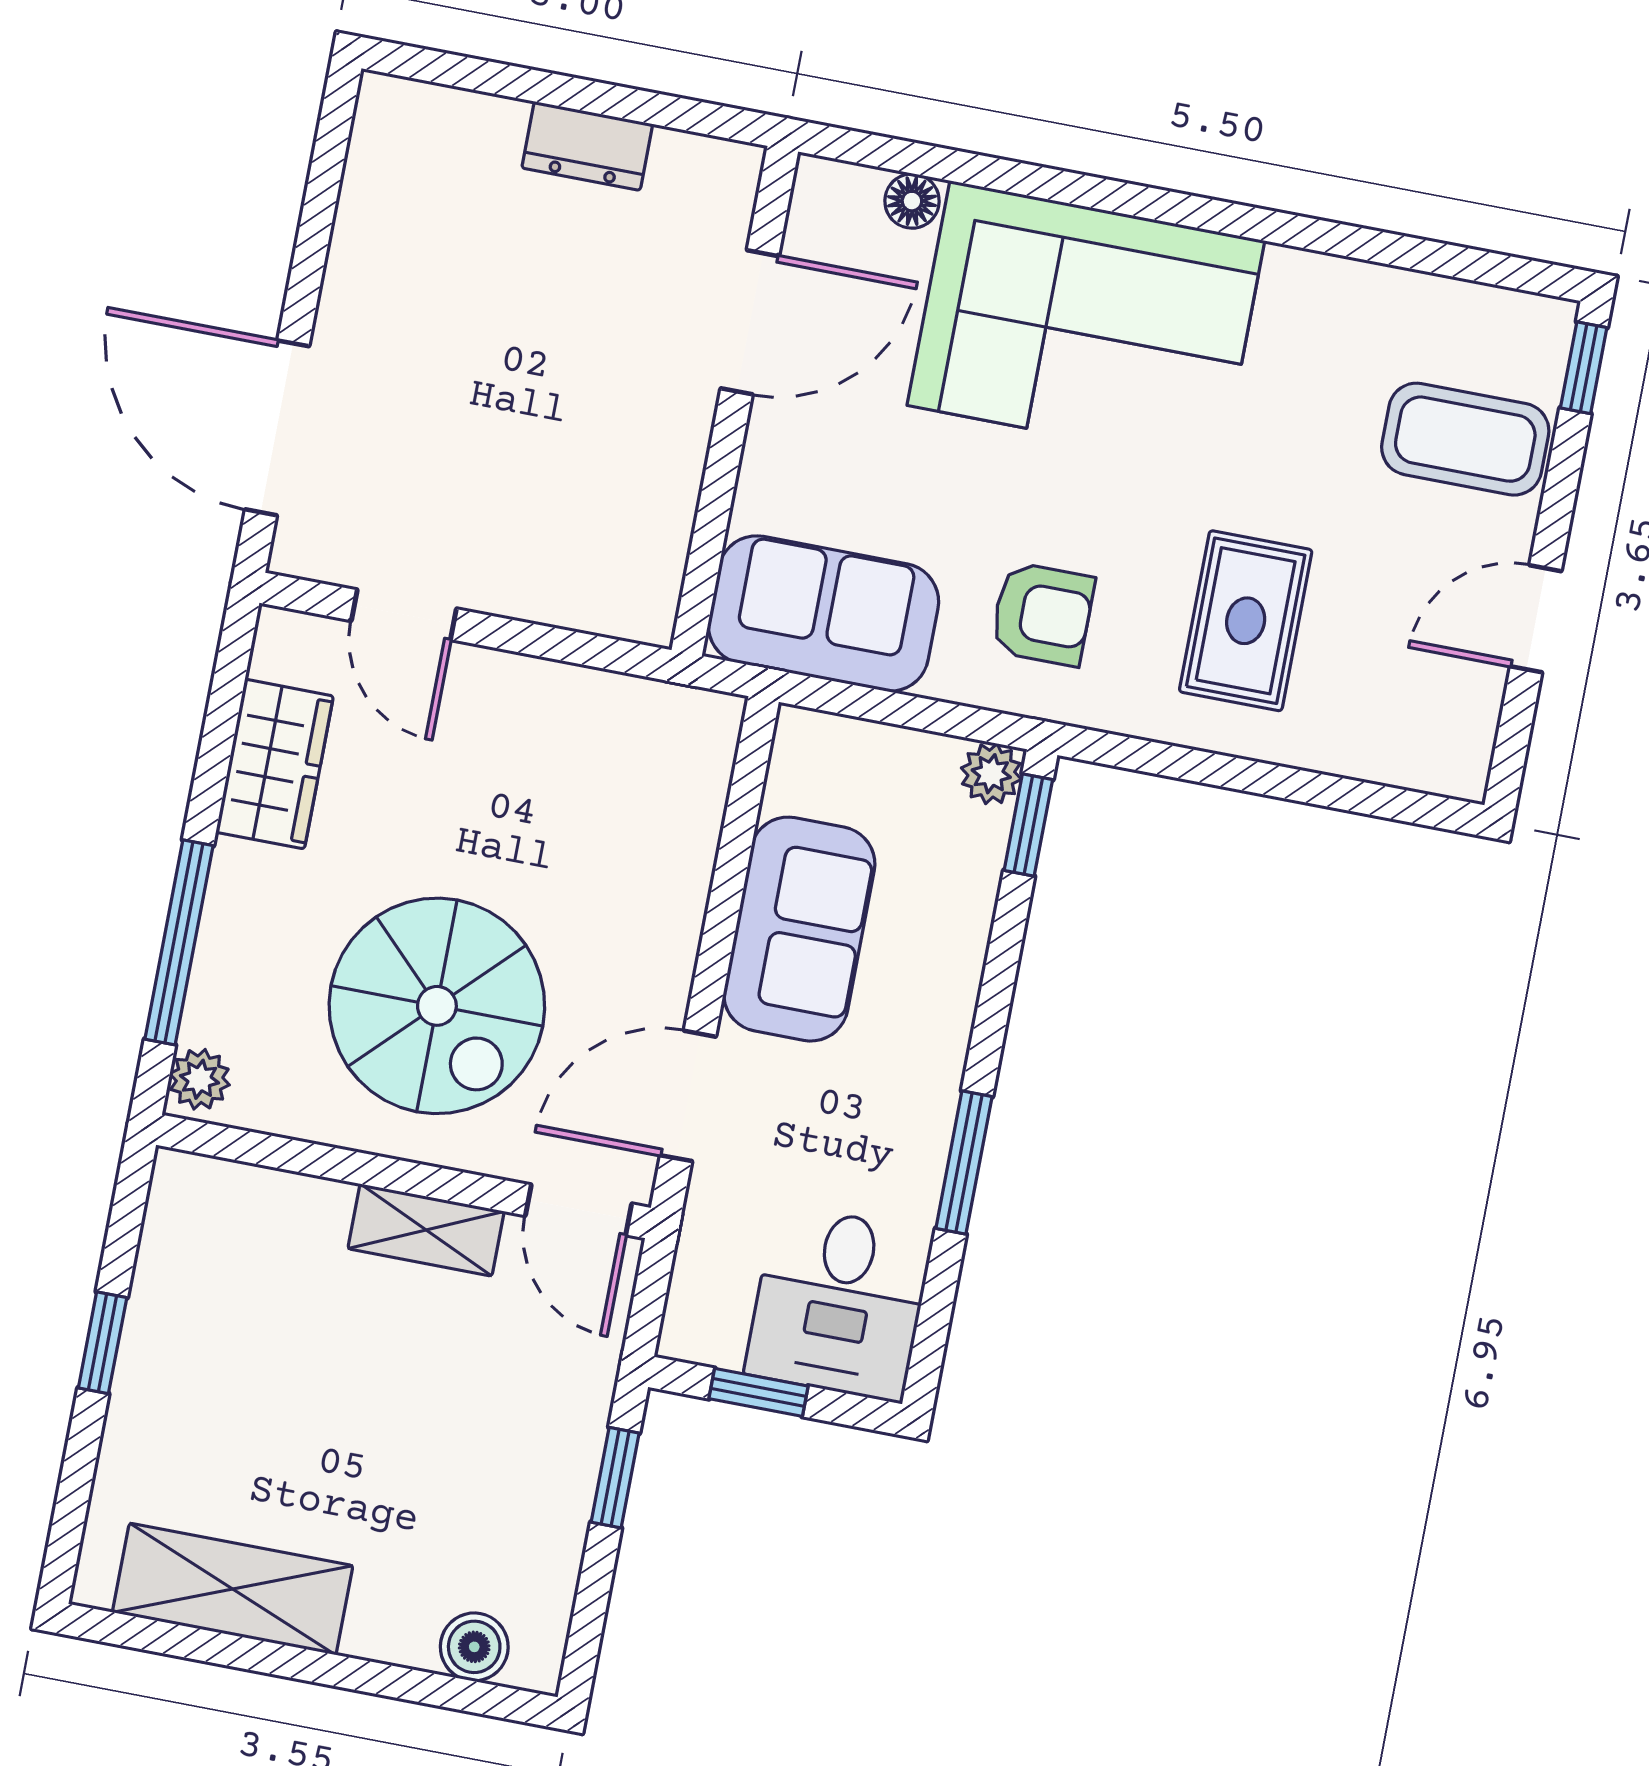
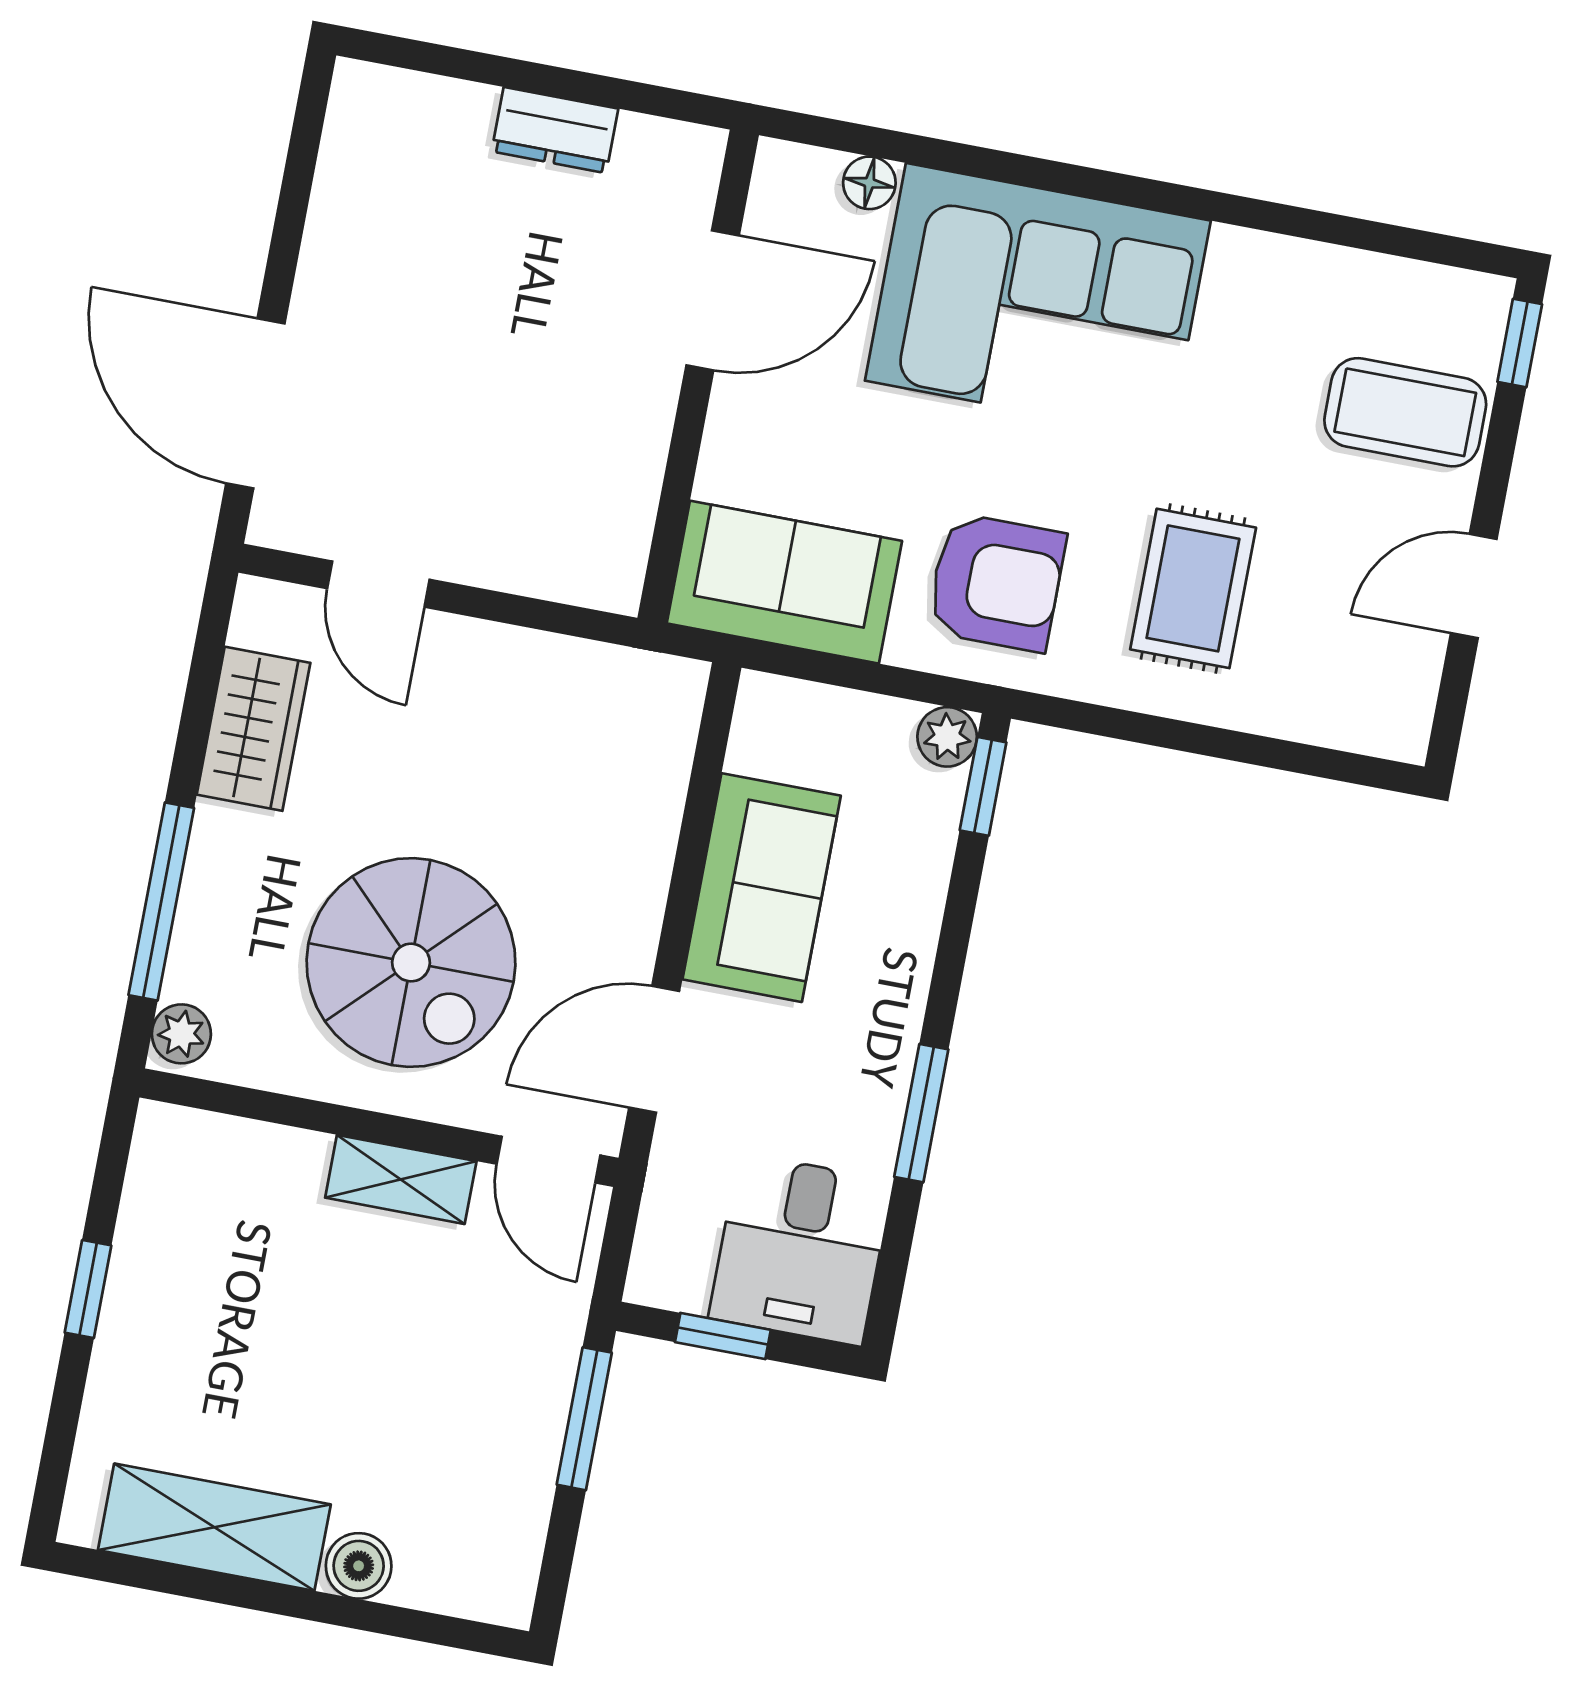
armchair: (1042, 614) -> (996, 582), width x1.38, depth x1.38
window: (615, 1478) -> (584, 1419), width x1.50
boiler: (474, 1647) -> (359, 1566), moved

